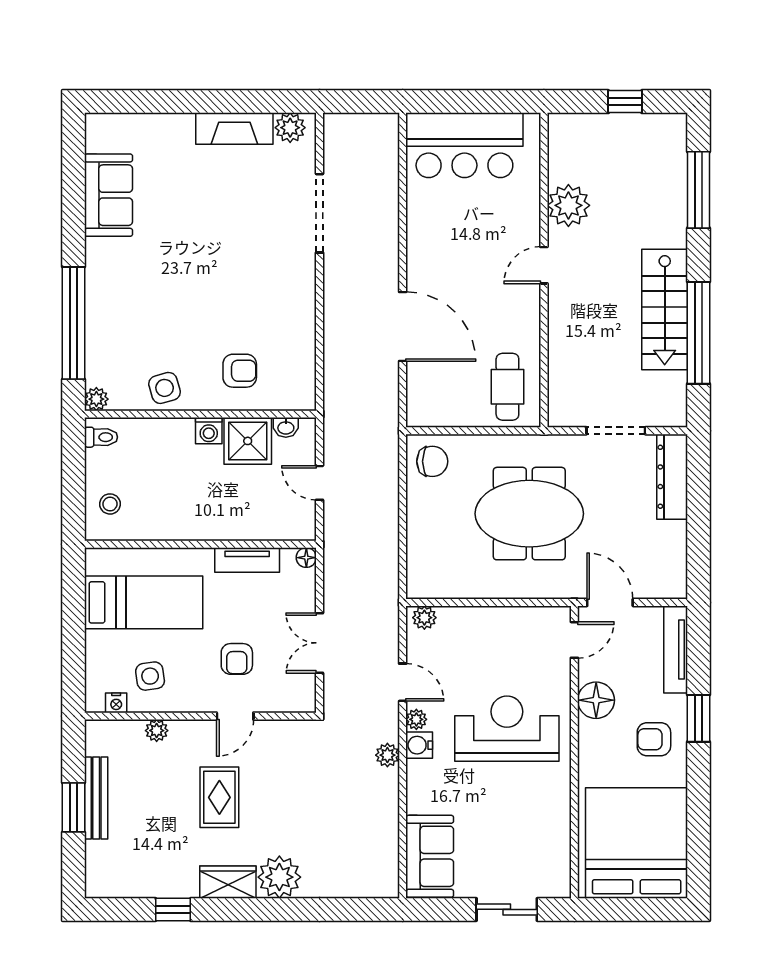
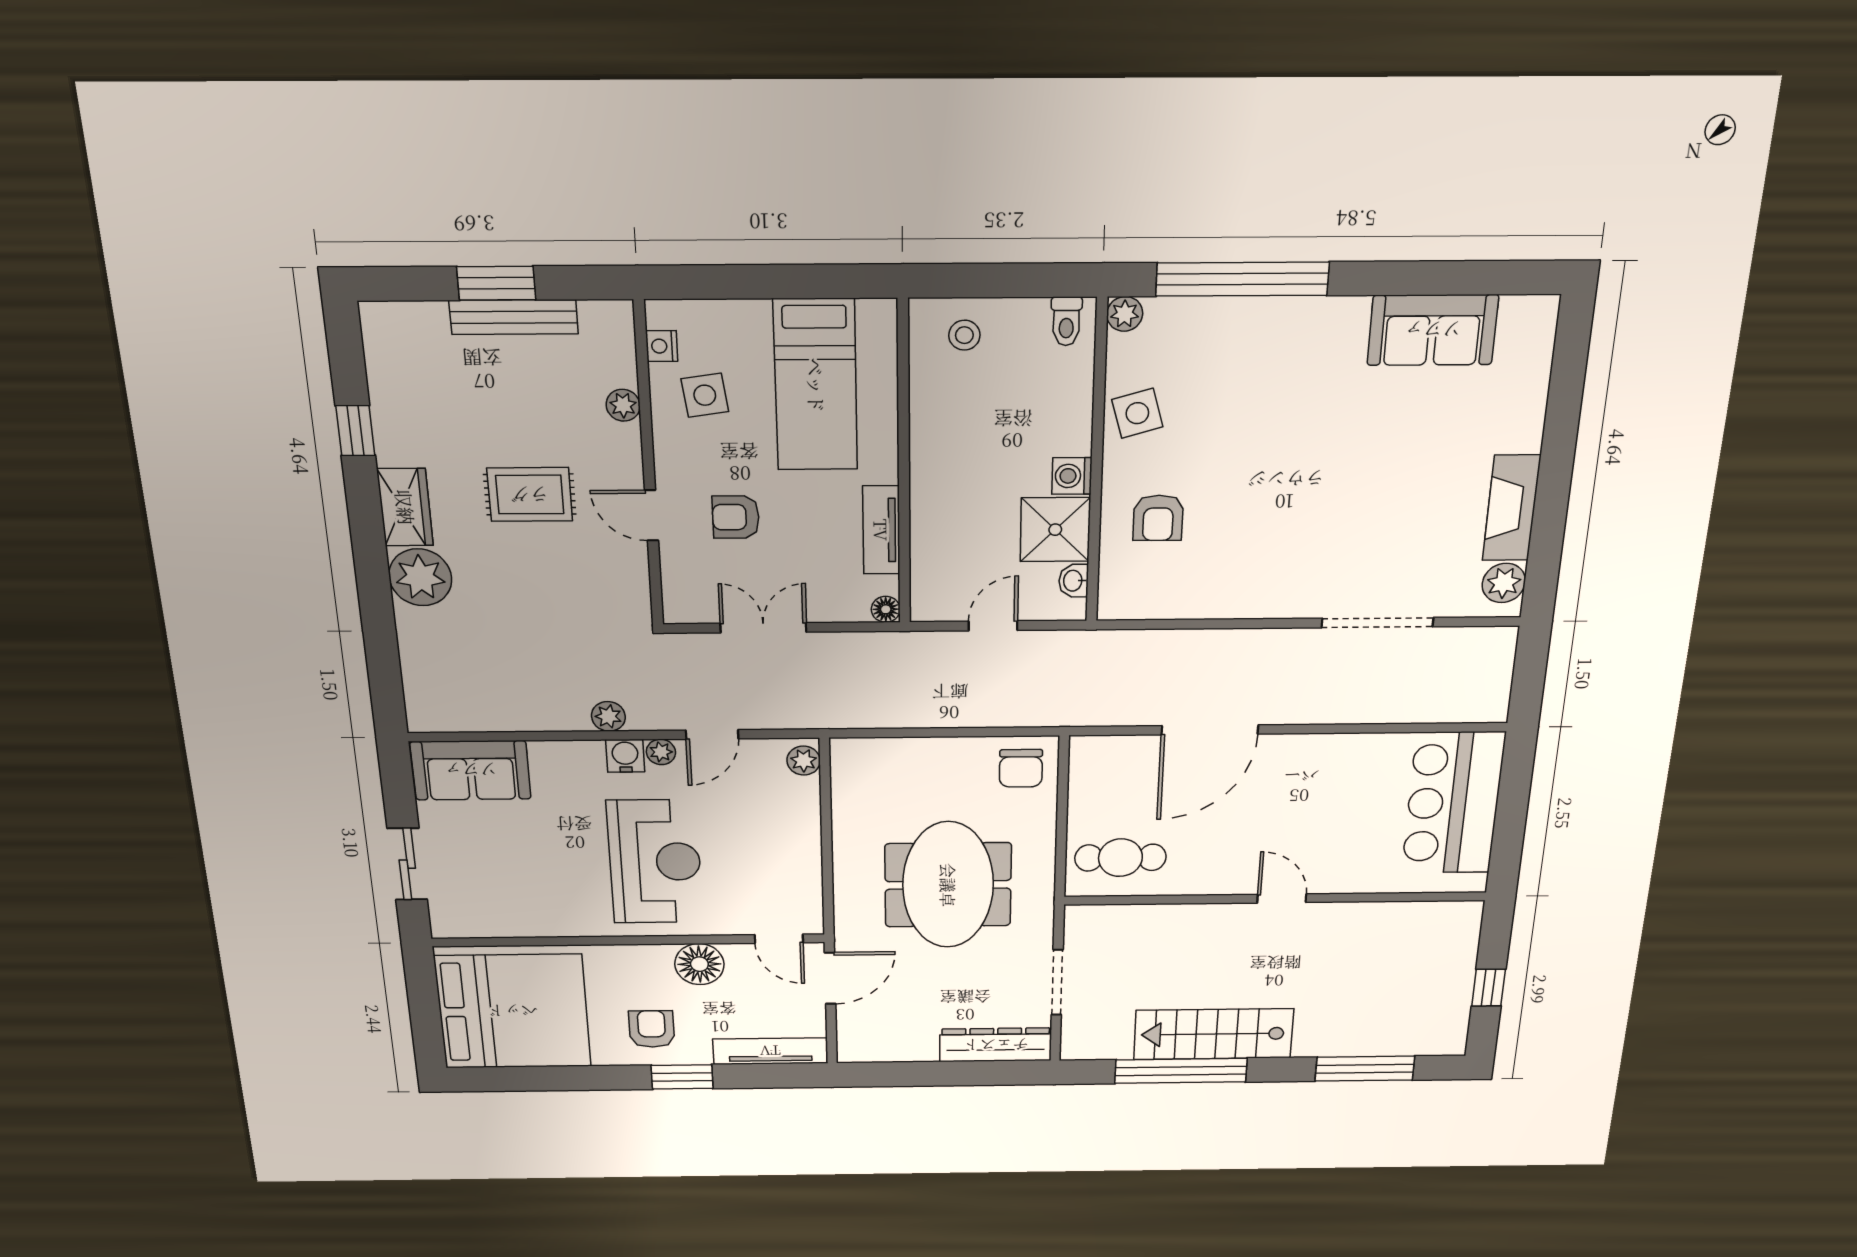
plant: (568, 205) -> (1359, 926), removed

